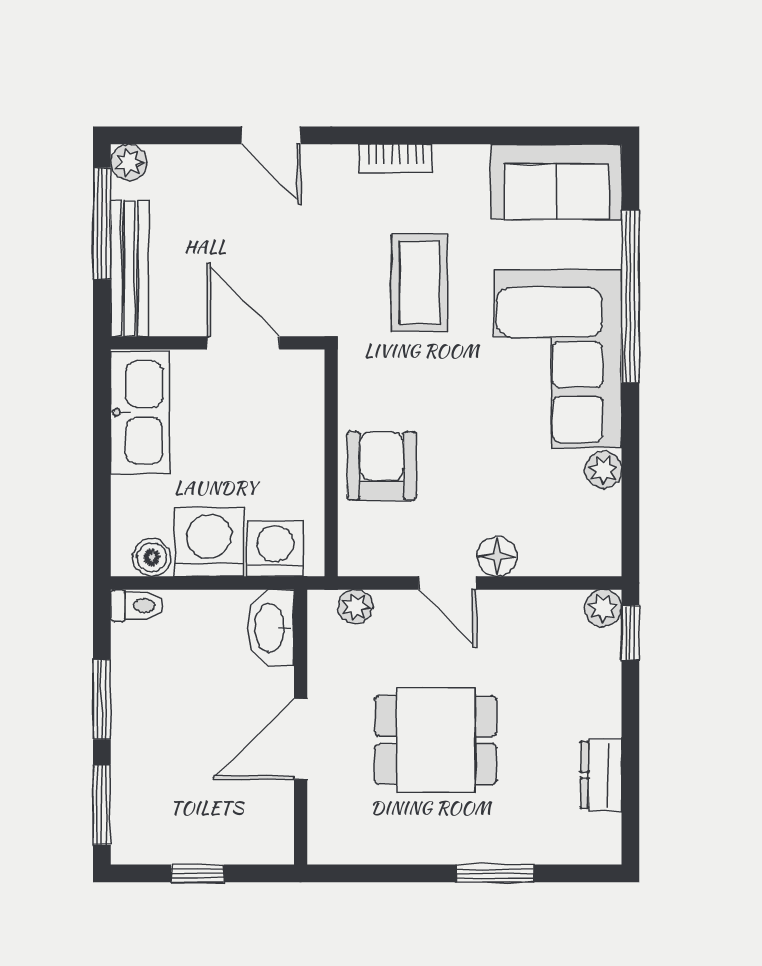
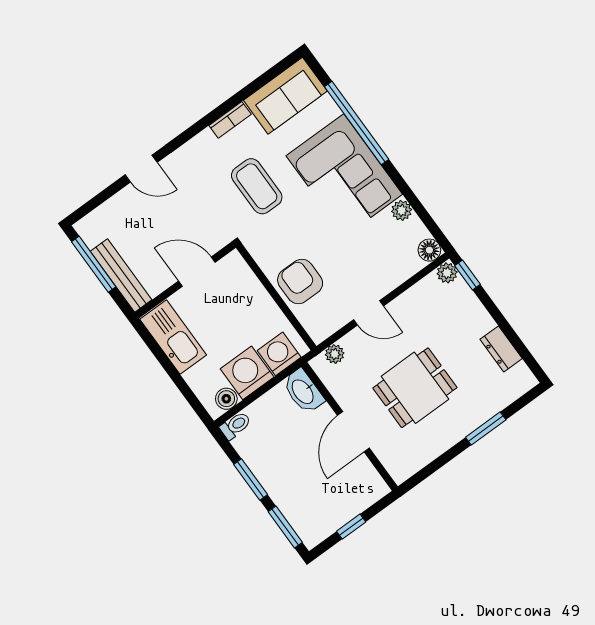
bookcase: (396, 159) -> (230, 120), moved
plant: (129, 162) -> (86, 228), removed
floor lamp: (497, 557) -> (429, 250), moved

